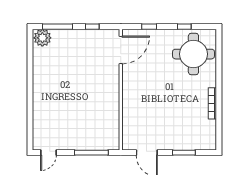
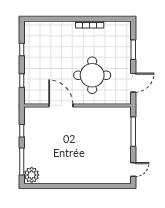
door: (121, 50) -> (61, 106), moved
round table: (193, 54) -> (92, 75), moved
door: (48, 153) -> (133, 170), hinge flipped

